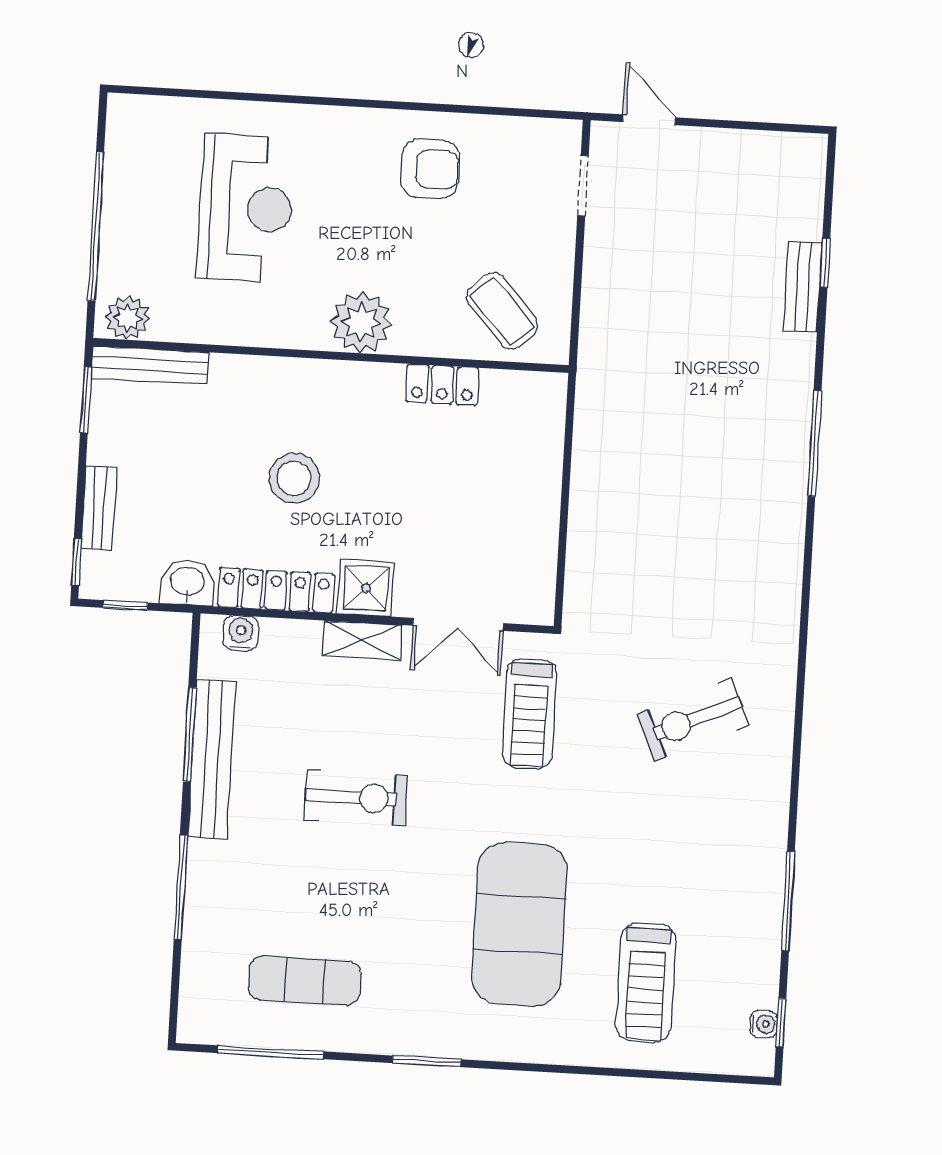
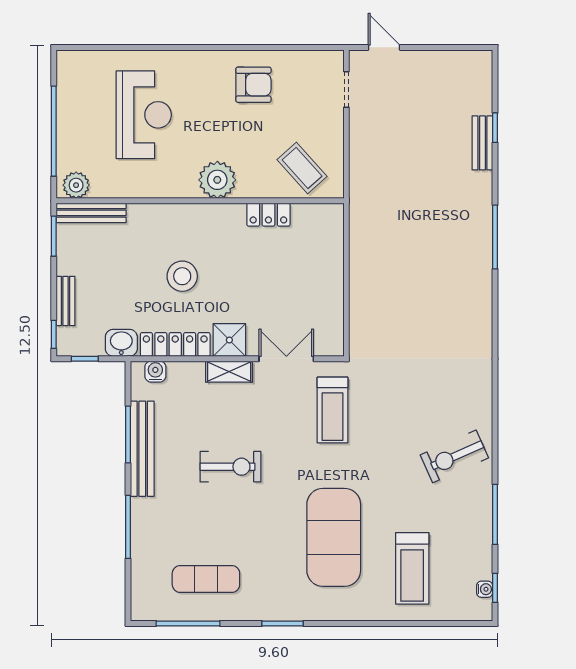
double door: (458, 624) -> (286, 359), swing flipped
exercise bike: (693, 720) -> (454, 456), moved

